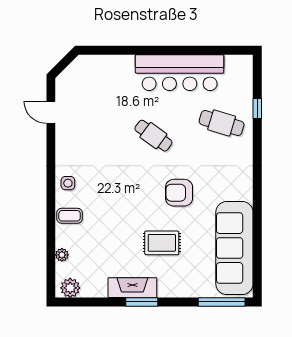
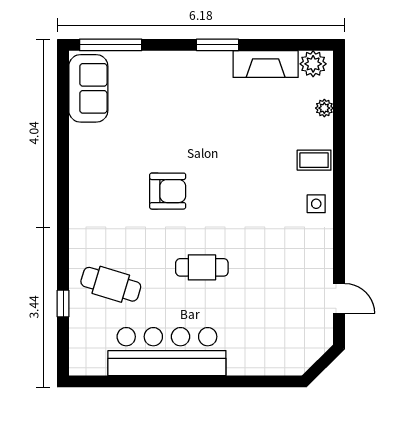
cafe table: (153, 136) -> (202, 267), turned -36
rug: (162, 243) -> (191, 124), removed
sofa: (234, 248) -> (88, 88), width x0.54, depth x0.79
fireplace: (132, 288) -> (266, 64), moved

